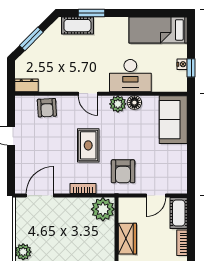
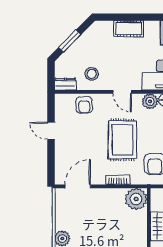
window: (91, 13) -> (126, 17), removed
cot: (77, 26) -> (129, 29), moved
stool: (55, 74) -> (92, 74), added
rug: (88, 145) -> (123, 140), width x1.36, depth x1.43

